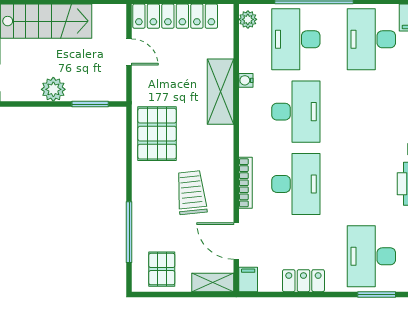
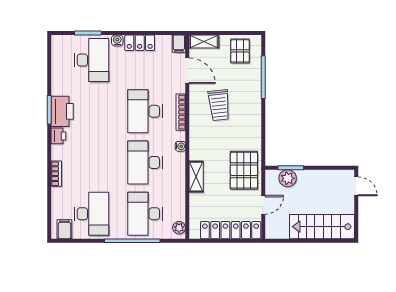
desk: (296, 39) -> (145, 214), turned 180
door: (129, 52) -> (263, 205), swing flipped
water cooler: (246, 80) -> (180, 146), moved
plant: (53, 89) -> (288, 178), moved
shelving: (220, 92) -> (196, 177), width x0.67, depth x0.75
pallet: (157, 134) -> (244, 170), moved
water cooler: (335, 284) -> (117, 40), added

